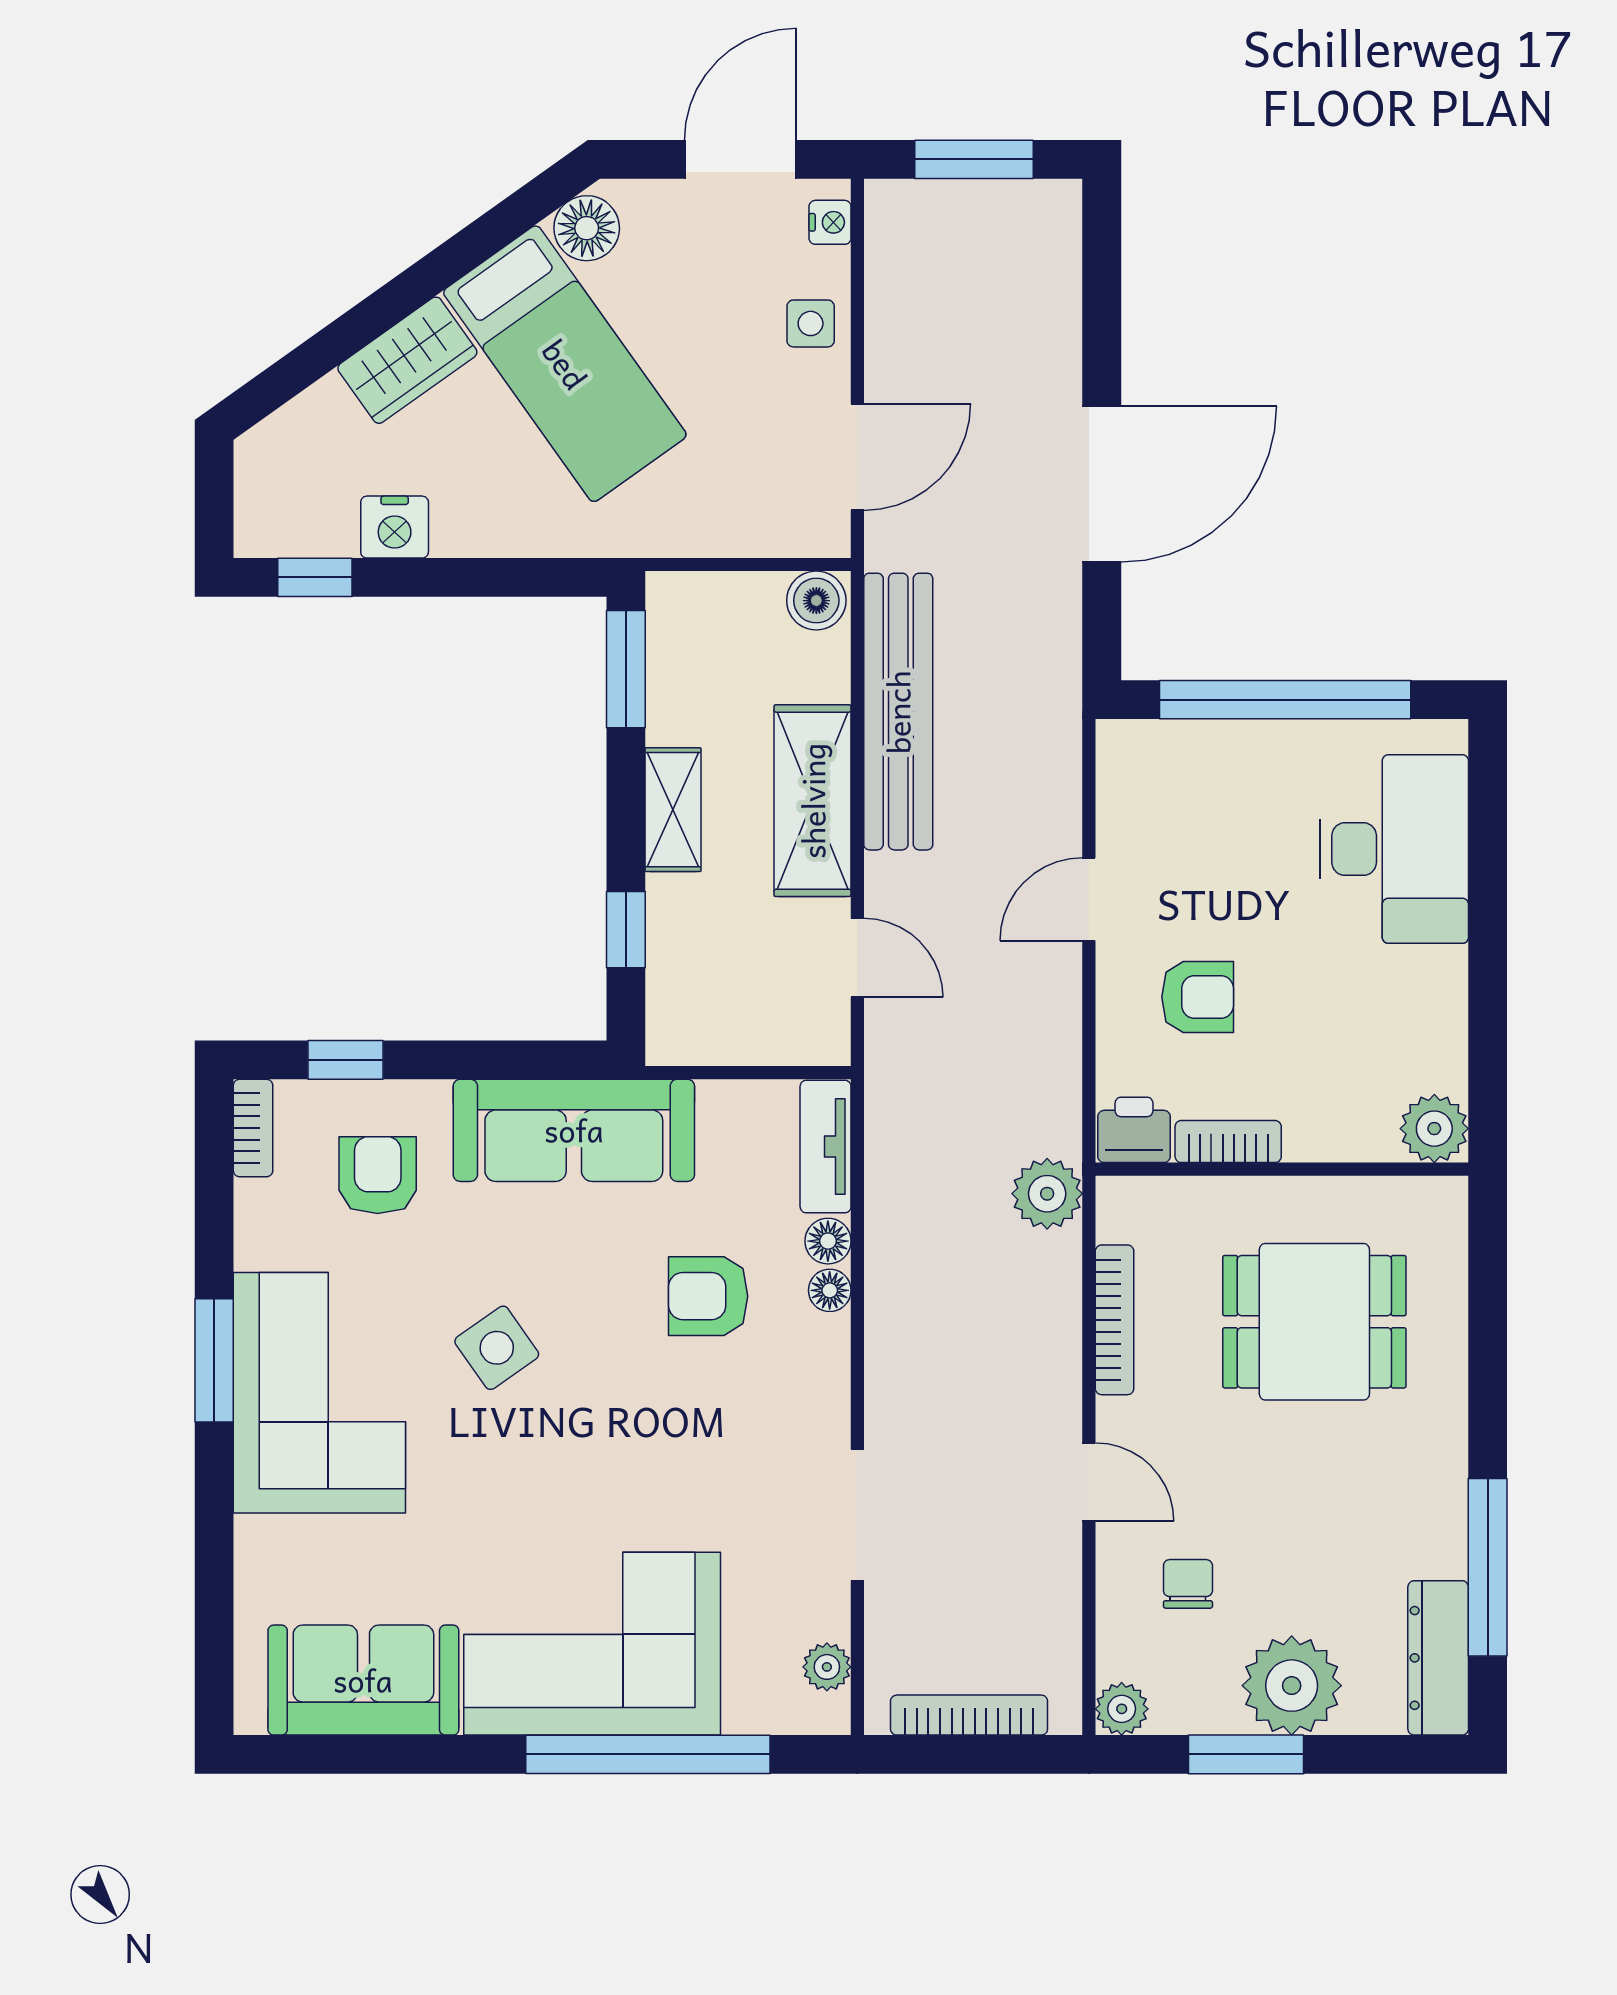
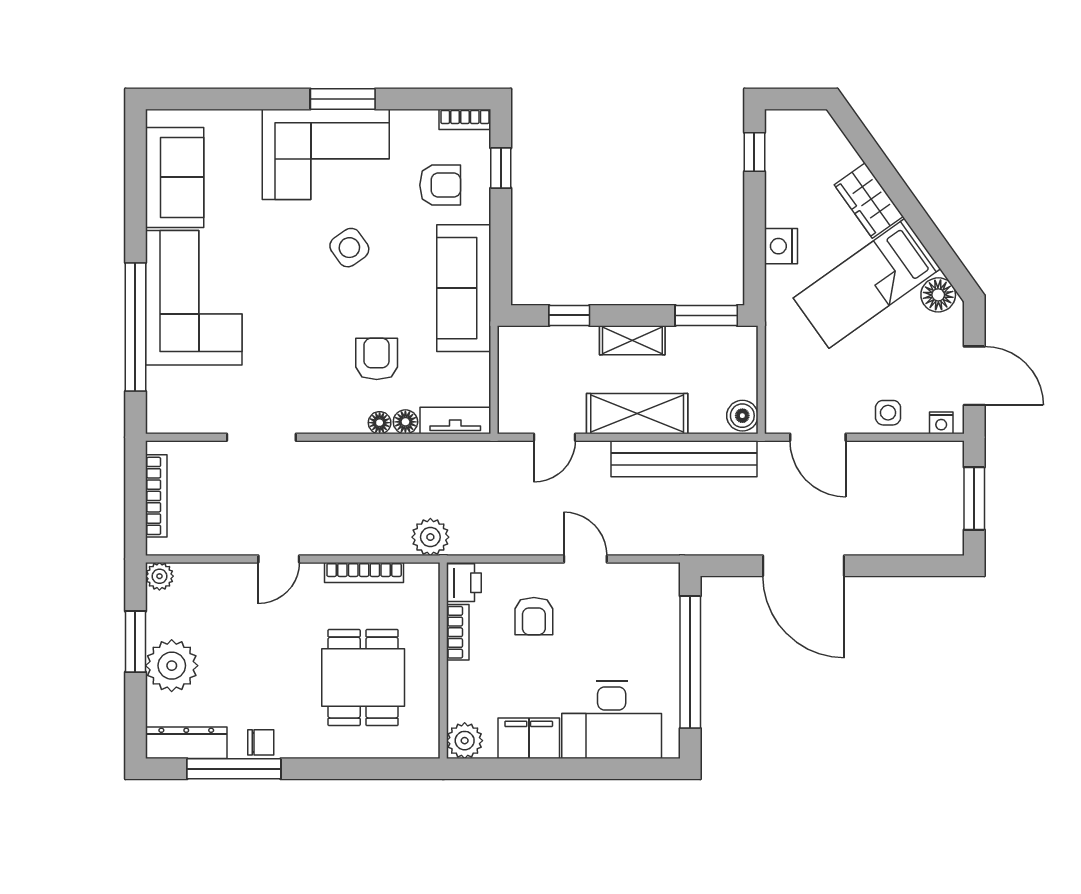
nightstand: (395, 527) -> (781, 246), moved
filing cabinet: (1430, 1007) -> (529, 738), added
chair: (1188, 1584) -> (261, 742), moved
plant: (827, 1667) -> (182, 421), removed

